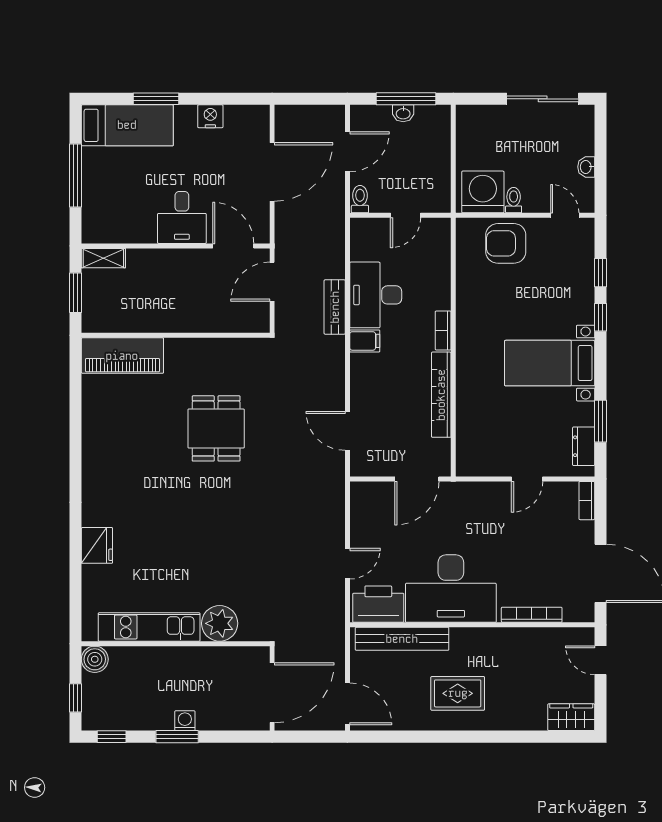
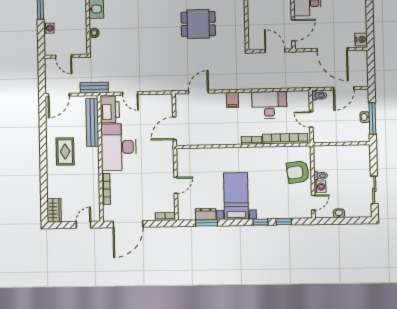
sliding door: (543, 99) -> (374, 190), width x0.73
nightstand: (210, 116) -> (361, 40), moved
door: (347, 152) -> (344, 88), hinge flipped
washing machine: (483, 192) -> (320, 187), moved, width x0.53, depth x0.53
armchair: (506, 243) -> (298, 172), turned -97
bench: (335, 307) -> (94, 88), moved
filing cabinet: (365, 341) -> (232, 100), moved
bookcase: (441, 395) -> (285, 139), moved
dresser: (584, 446) -> (206, 214), moved
door: (417, 479) -> (175, 128), hinge flipped
door: (527, 479) -> (176, 185), swing flipped
plant: (220, 623) -> (94, 33), width x0.53, depth x0.53
door: (272, 693) -> (64, 56), width x0.53
washing machine: (185, 721) -> (49, 28), moved

